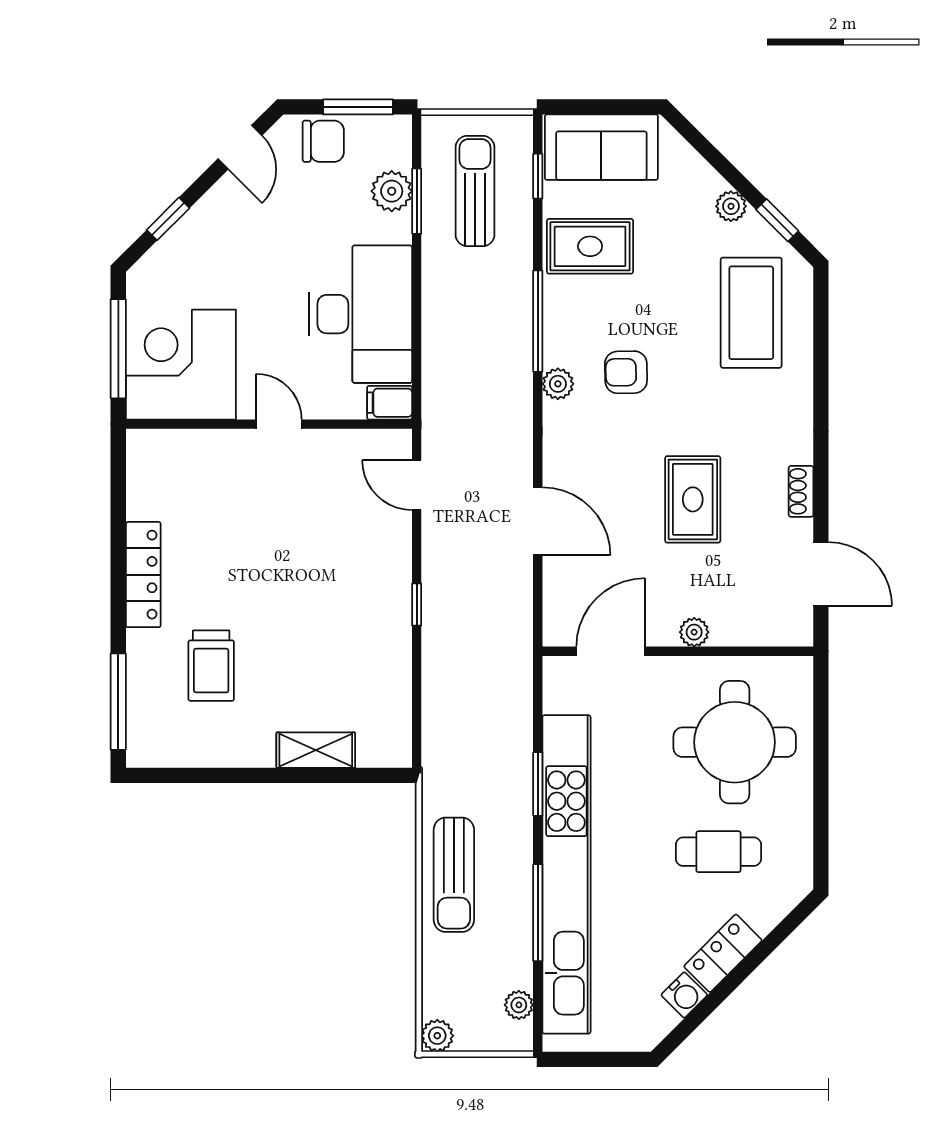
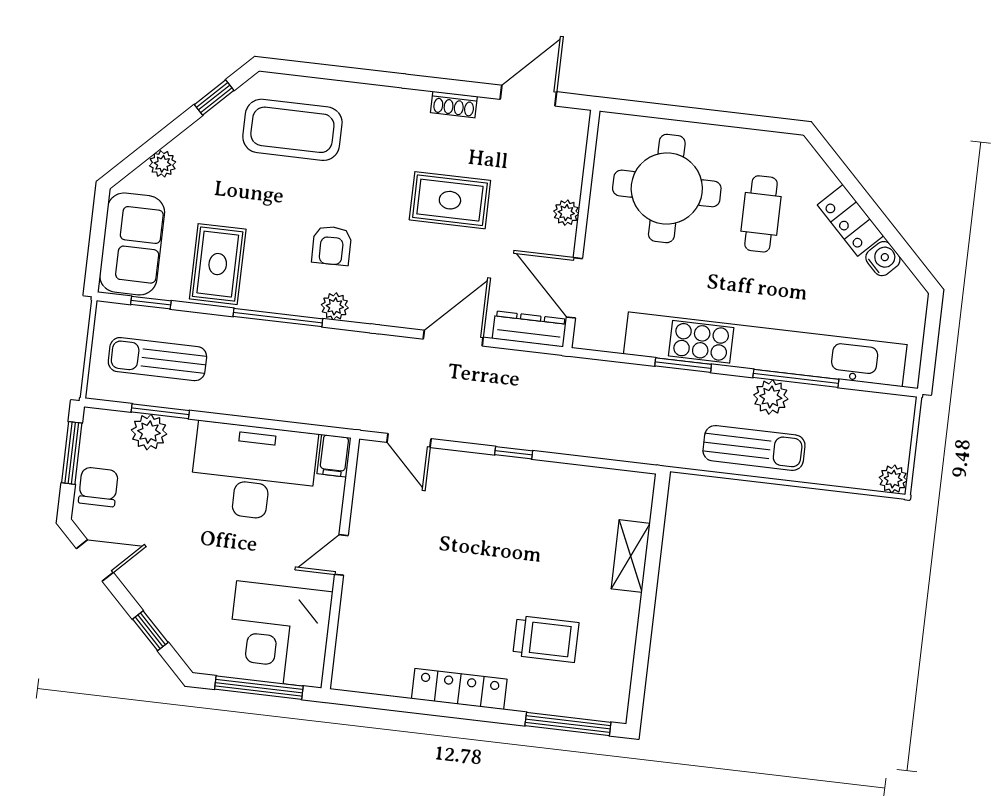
plant: (731, 206) -> (163, 164), moved
door: (417, 485) -> (409, 440), hinge flipped
dresser: (558, 606) -> (529, 329), added
plant: (519, 1005) -> (771, 397), moved, width x1.38, depth x1.38

